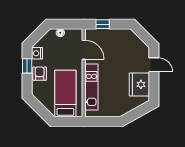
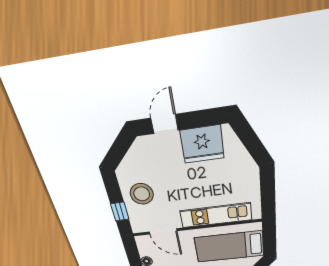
stool: (113, 42) -> (142, 194), added
door: (84, 50) -> (163, 231), swing flipped

